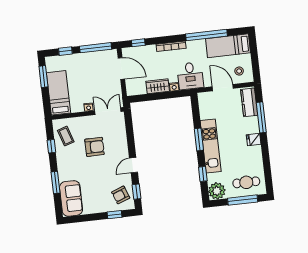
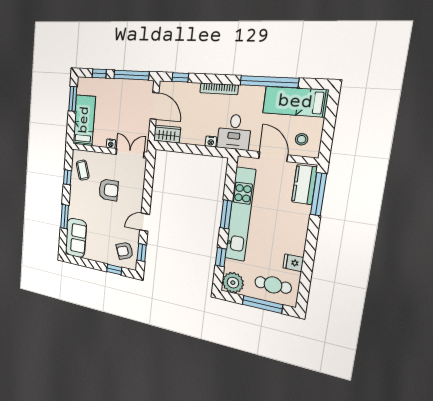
wardrobe: (158, 86) -> (167, 134), moved
window: (261, 117) -> (318, 194), moved
fridge: (254, 140) -> (293, 263), moved
kitchen unit: (211, 146) -> (240, 214), width x1.36

